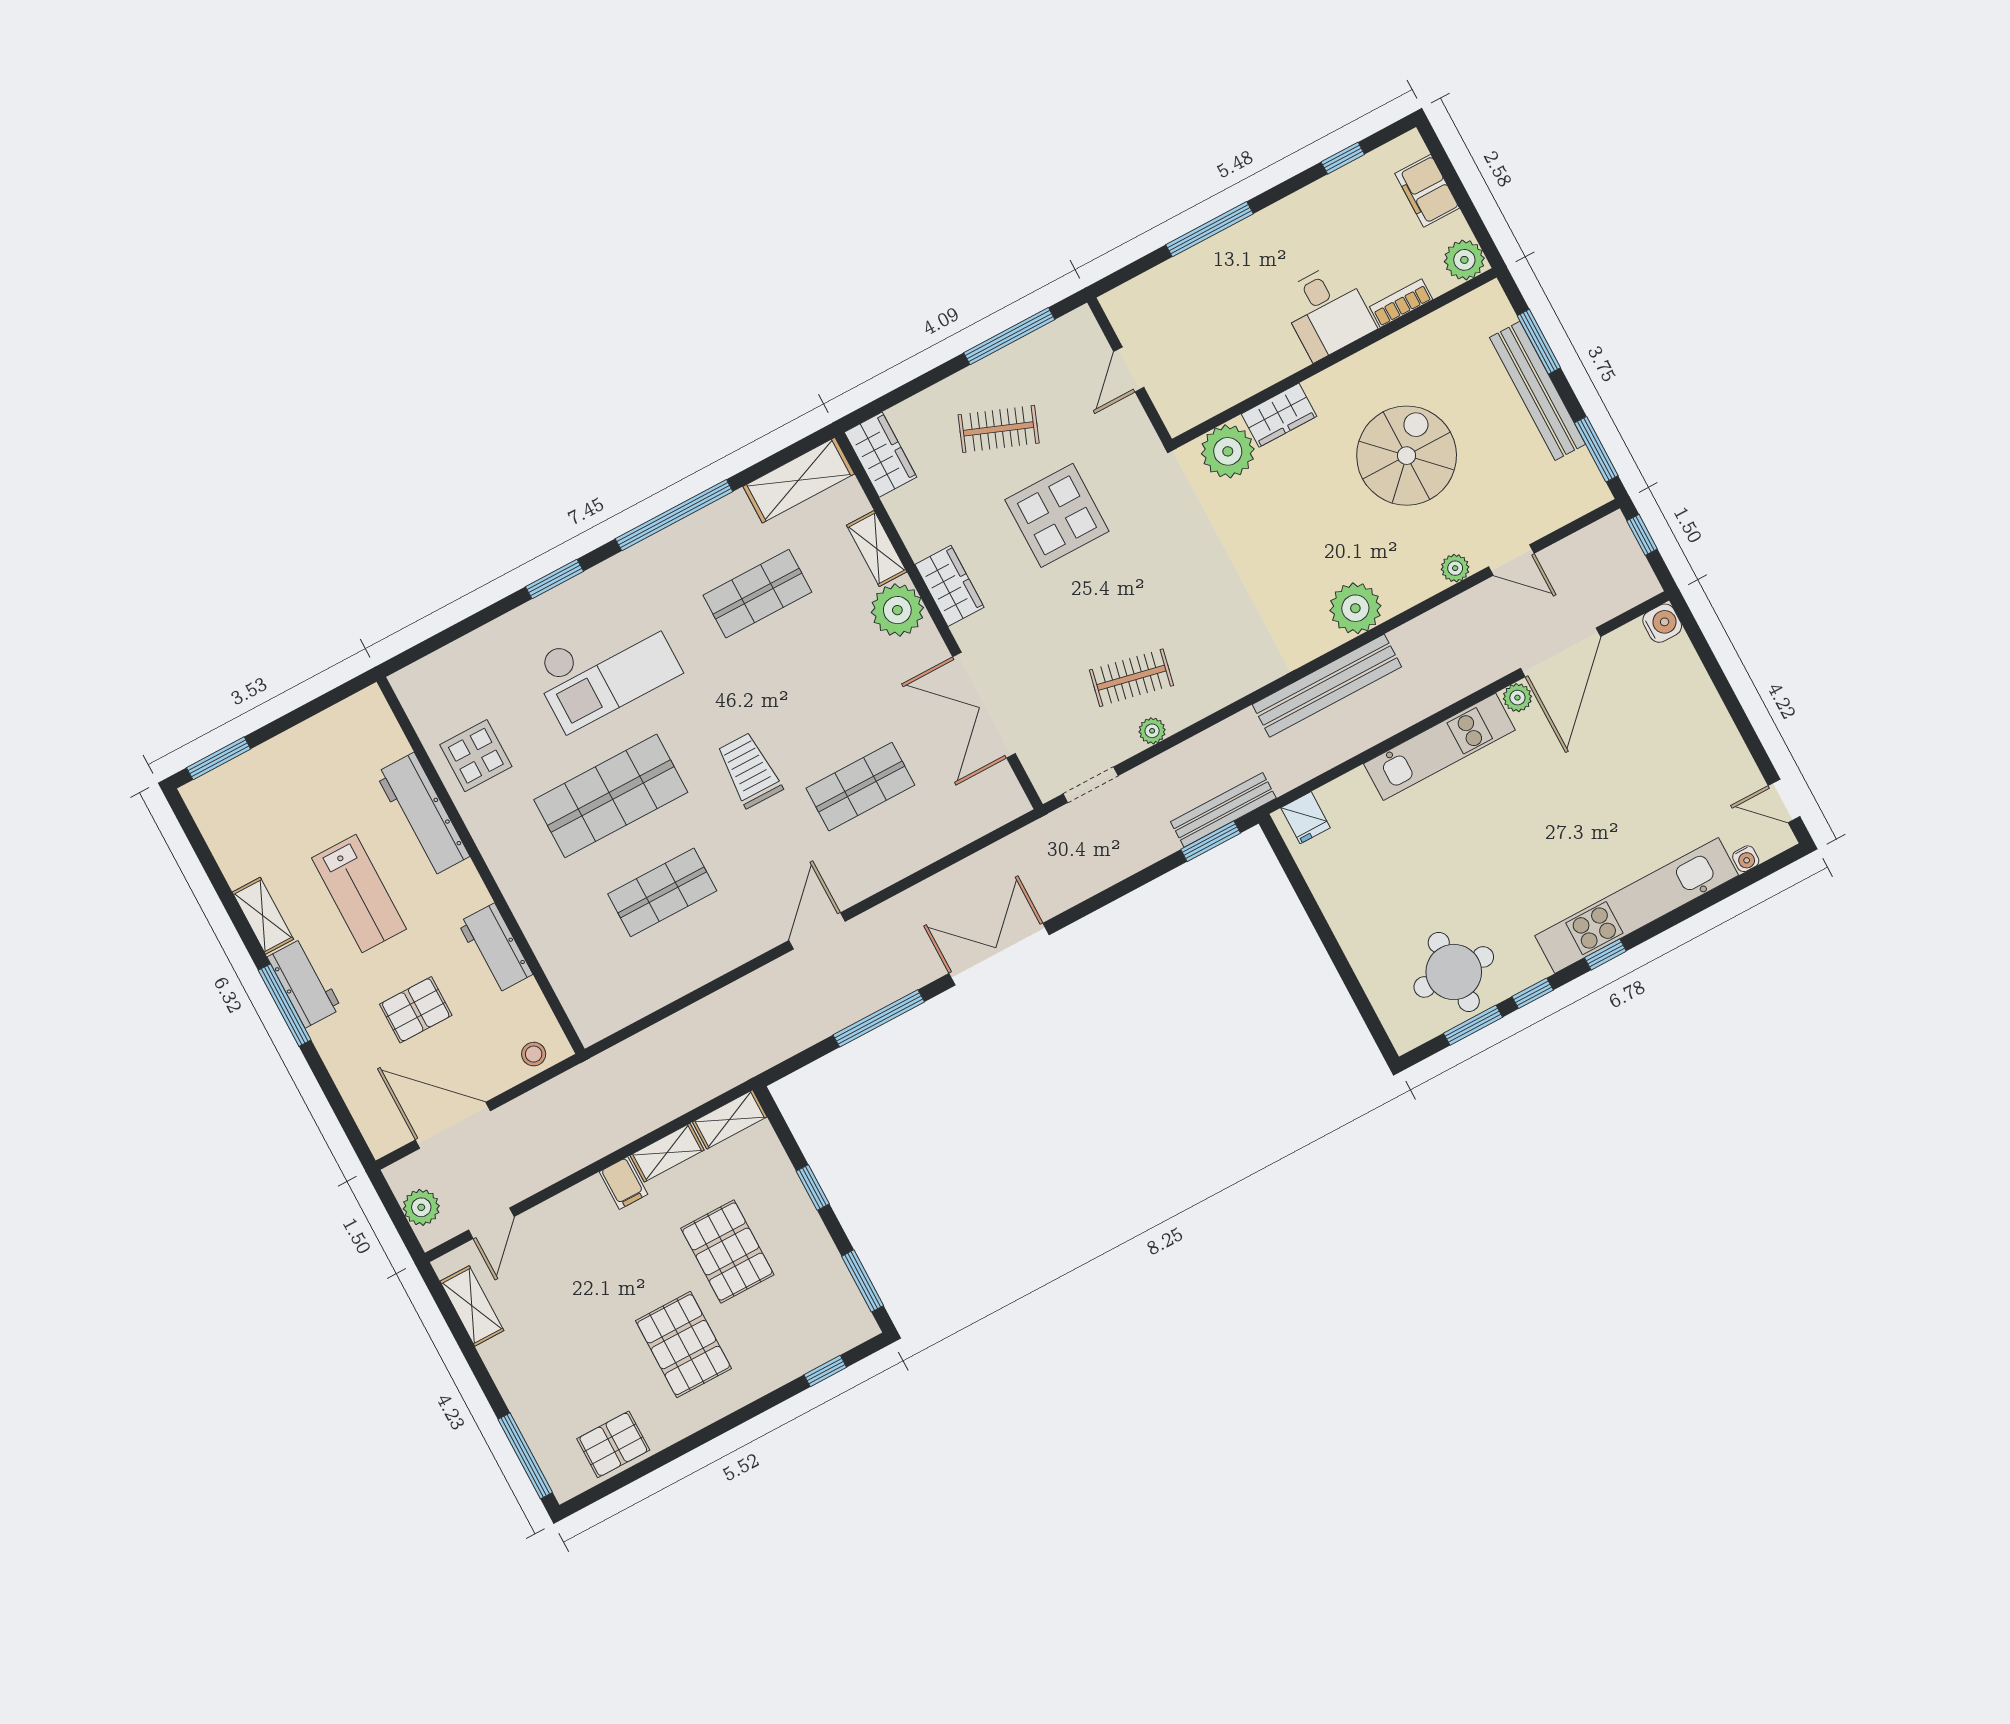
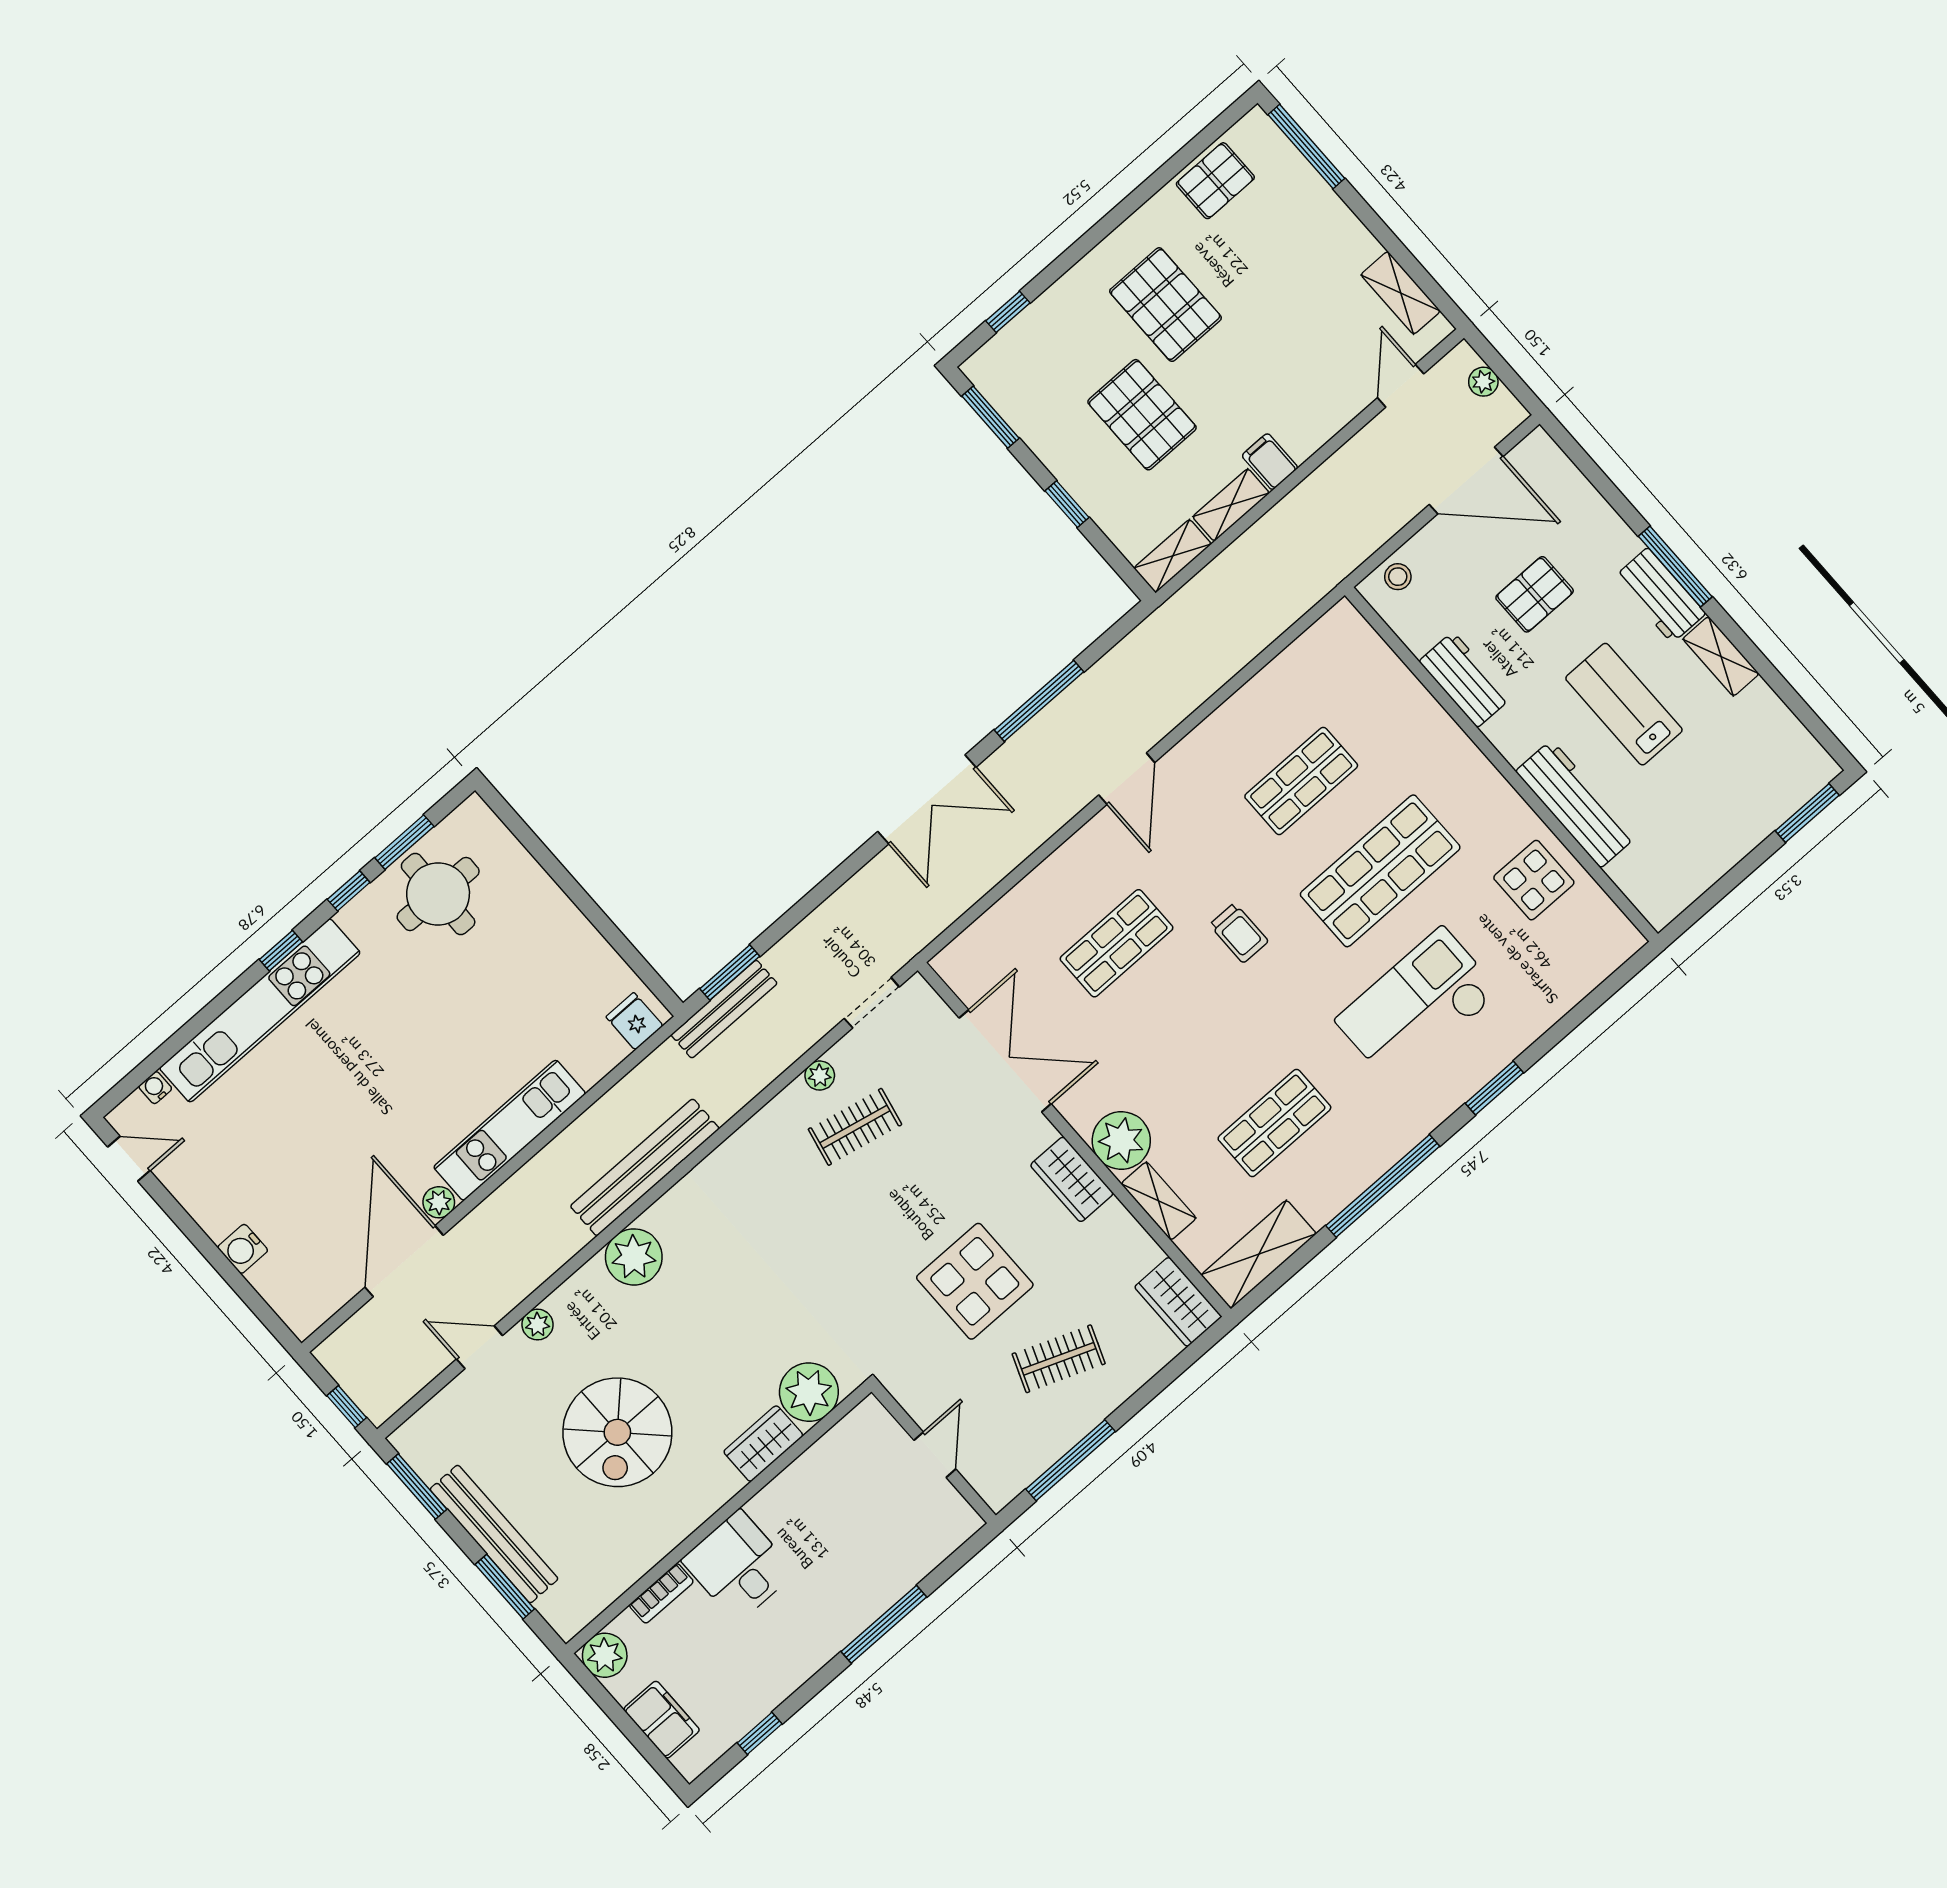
water cooler: (1662, 623) -> (243, 1249), moved
trolley: (749, 770) -> (1239, 933), width x0.73, depth x0.72
plant: (421, 1207) -> (1483, 382), width x0.73, depth x0.73

